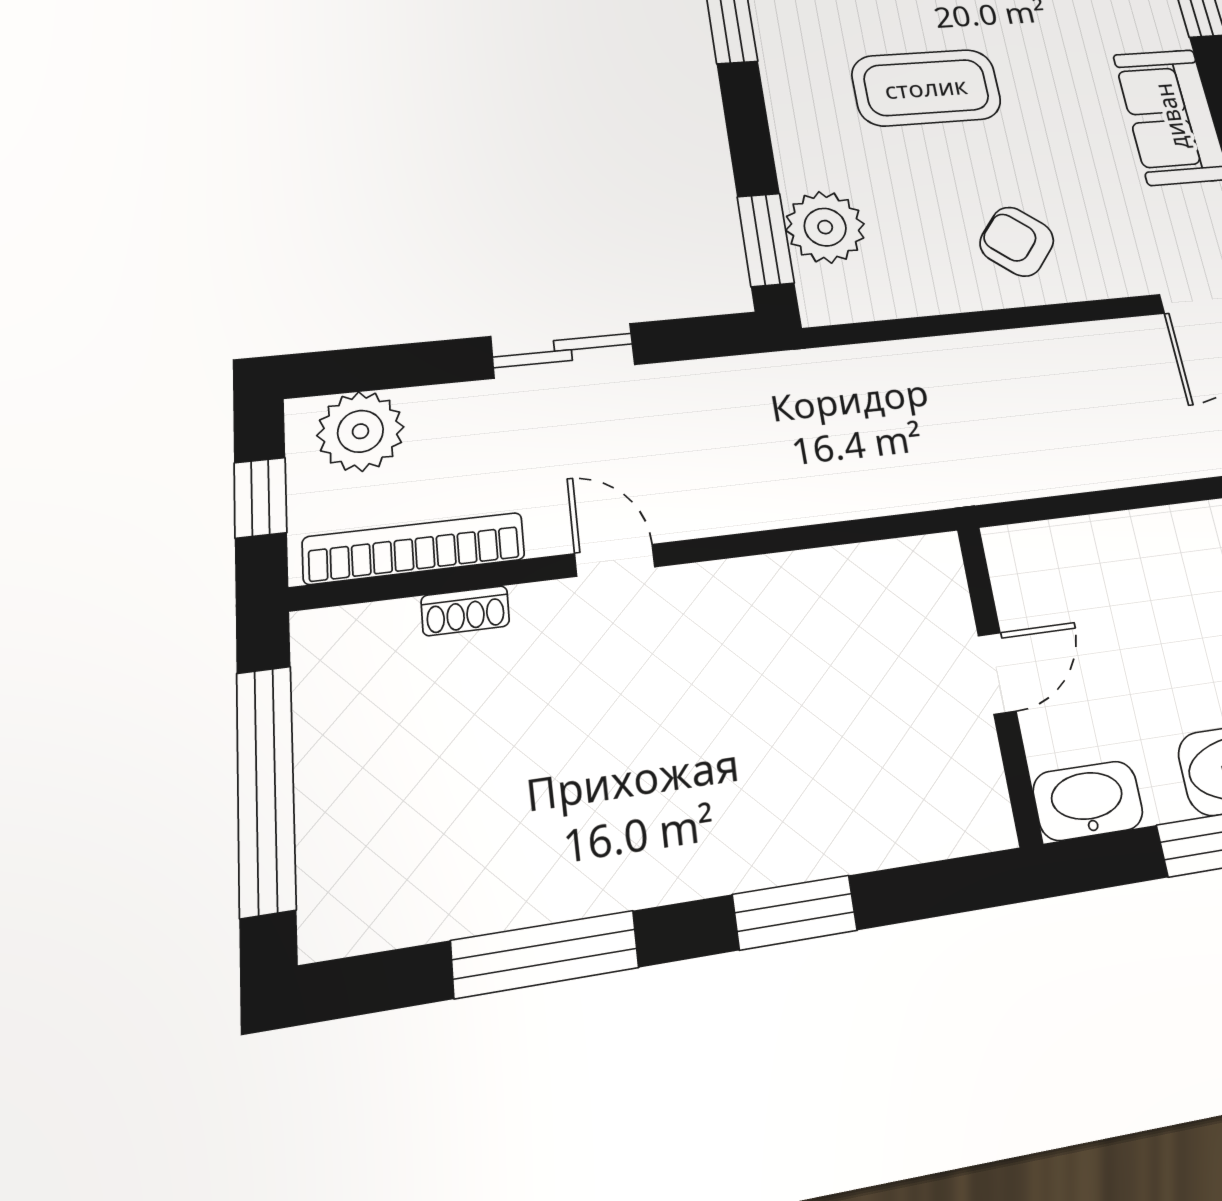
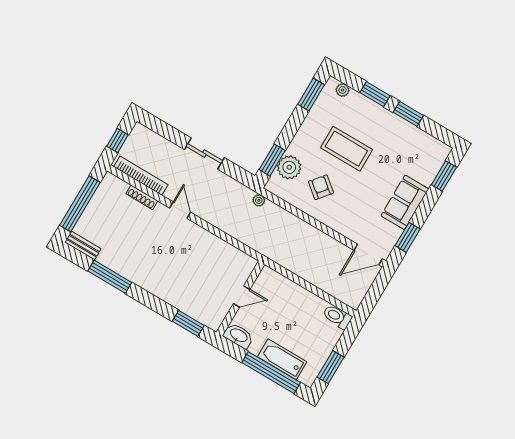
armchair: (1017, 242) -> (321, 187), moved
plant: (360, 431) -> (259, 200), moved, width x0.53, depth x0.53
shoe rack: (465, 611) -> (142, 197), width x1.43
window: (795, 912) -> (188, 323), moved
bench: (374, 923) -> (83, 246), added

